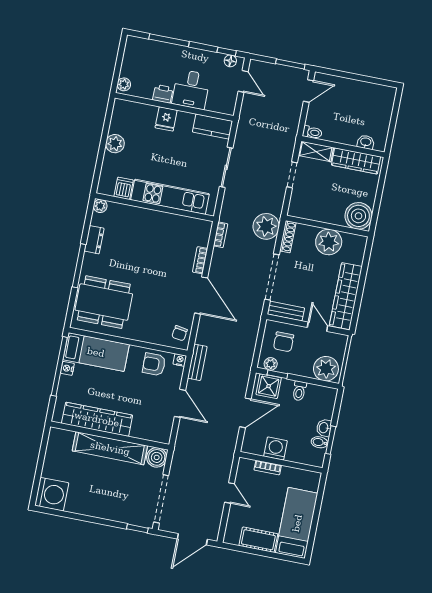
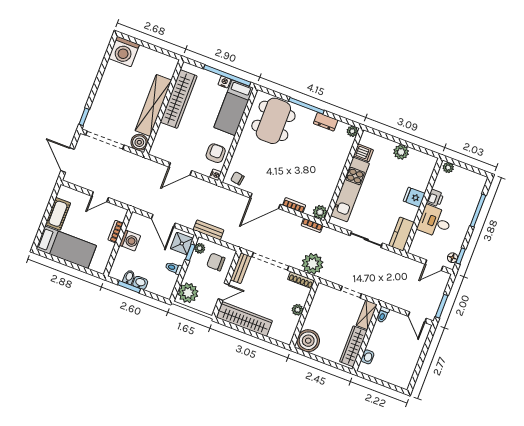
plant: (203, 228) -> (320, 212), added
plant: (329, 242) -> (298, 310), width x0.53, depth x0.53
bench: (197, 362) -> (209, 230), moved

